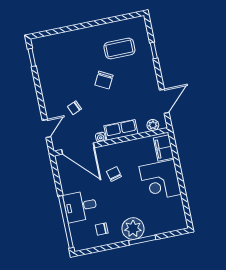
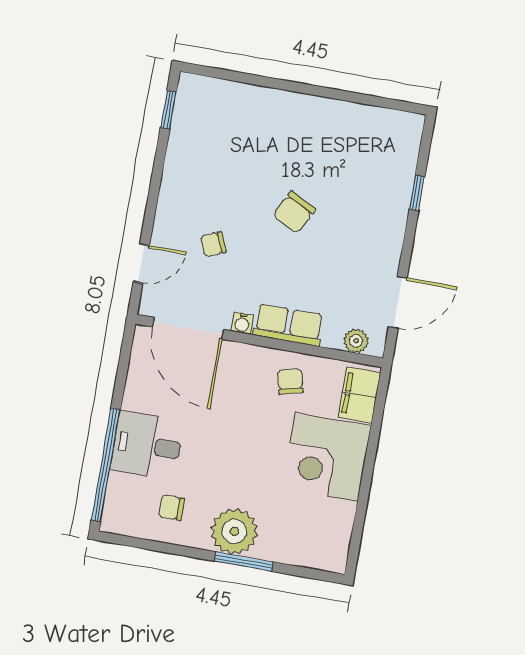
coffee table: (119, 48) -> (350, 162), removed
chair: (114, 174) -> (290, 381), moved

